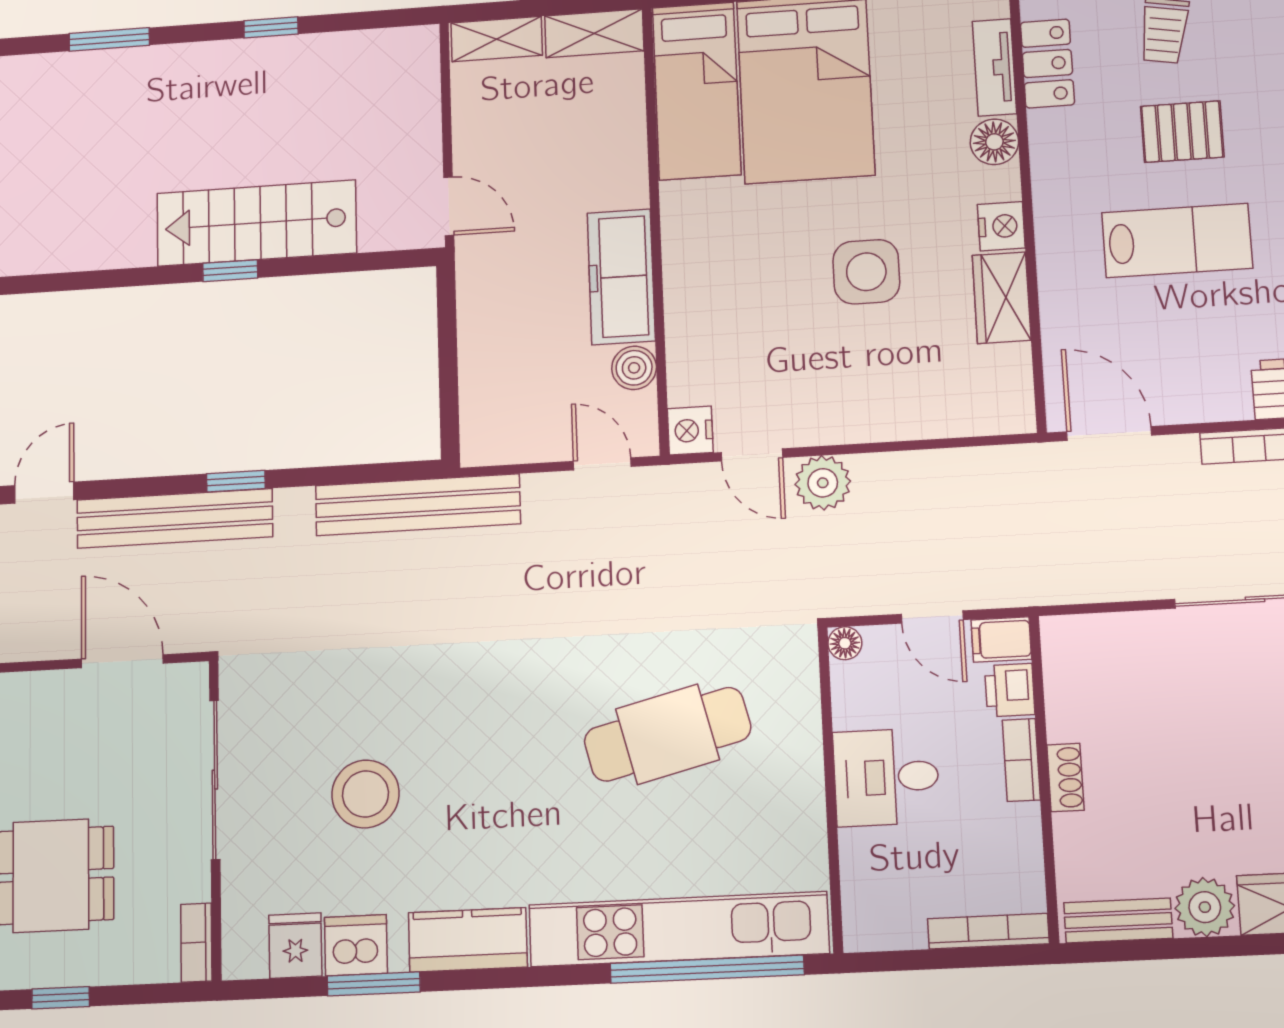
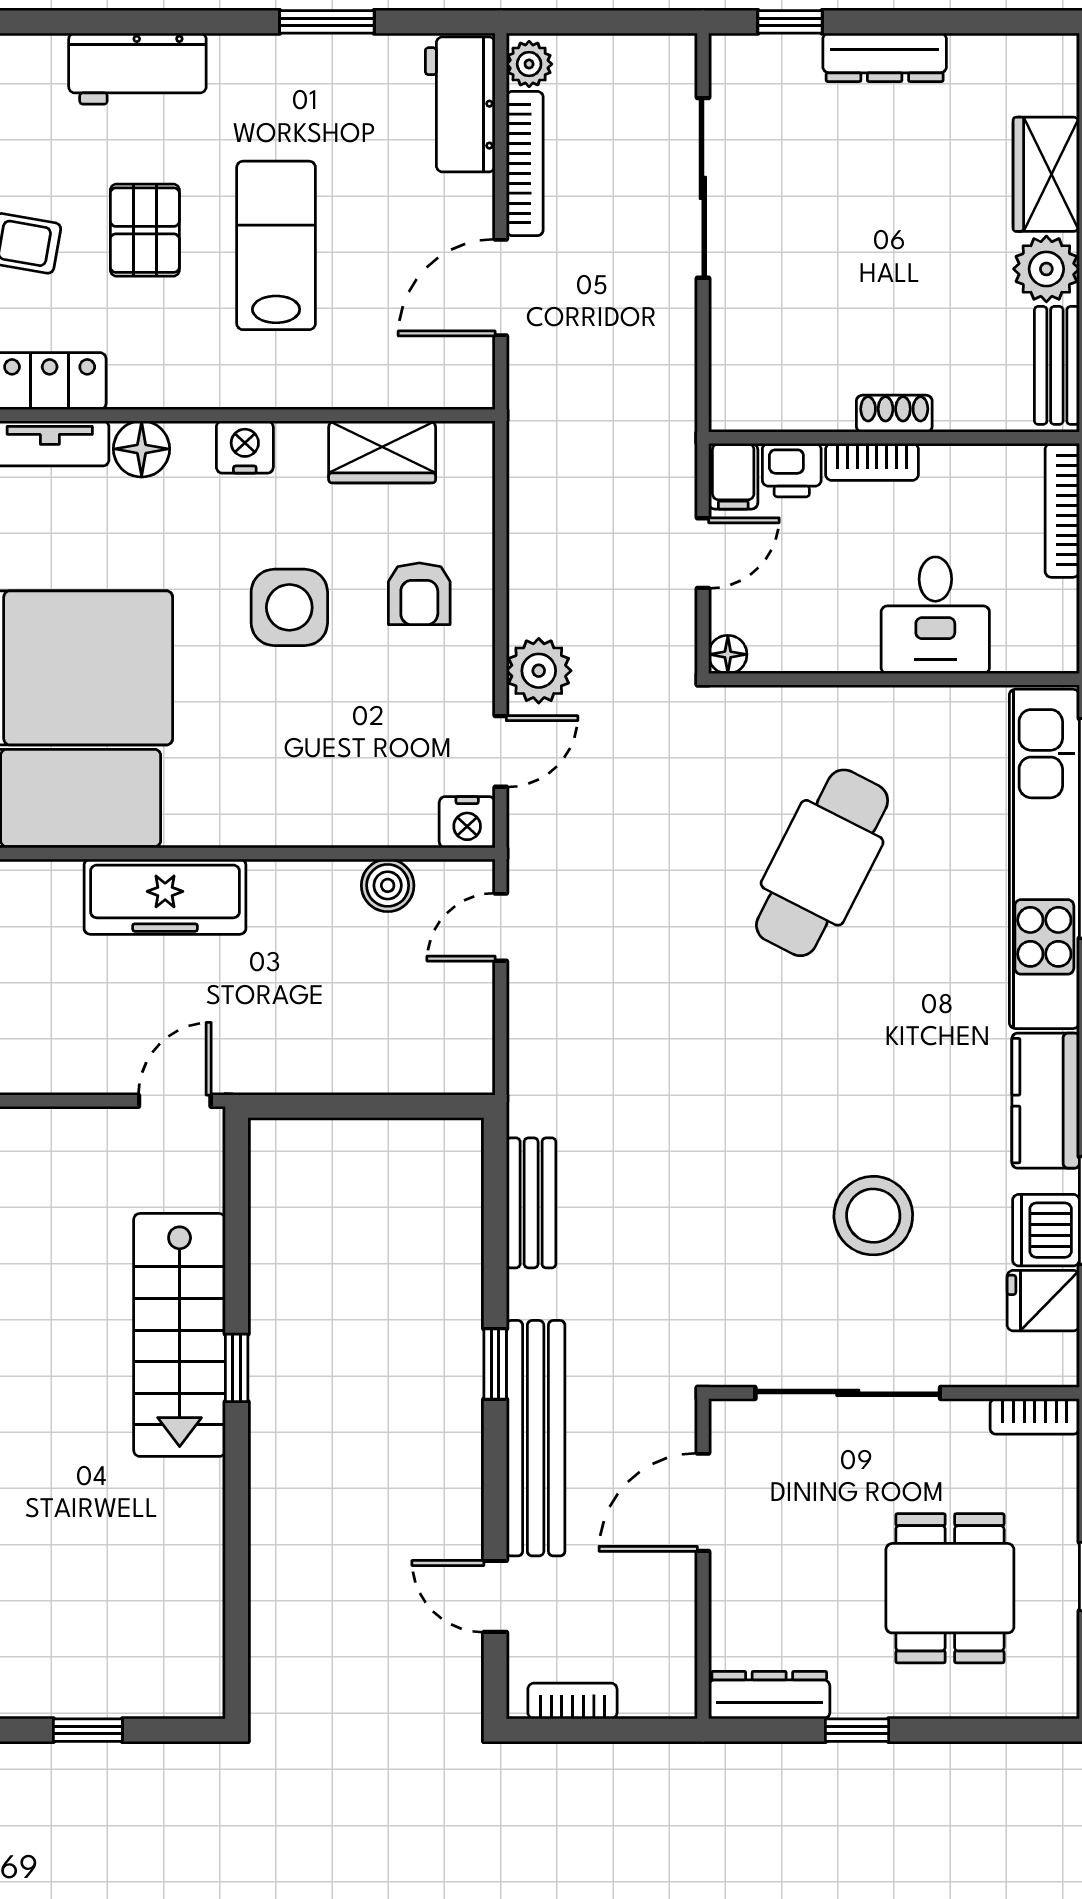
freezer: (621, 277) -> (165, 897), moved
wardrobe: (1002, 298) -> (382, 452), moved
armchair: (884, 379) -> (419, 594), added
door: (1109, 434) -> (501, 288), moved
bench: (418, 505) -> (531, 1203), width x0.54, depth x0.82
cafe table: (667, 734) -> (822, 863), turned 41
desk: (886, 777) -> (935, 615), moved

